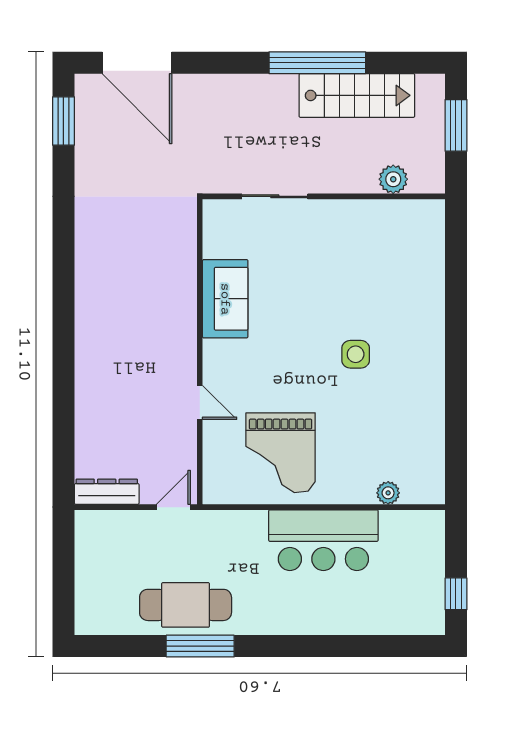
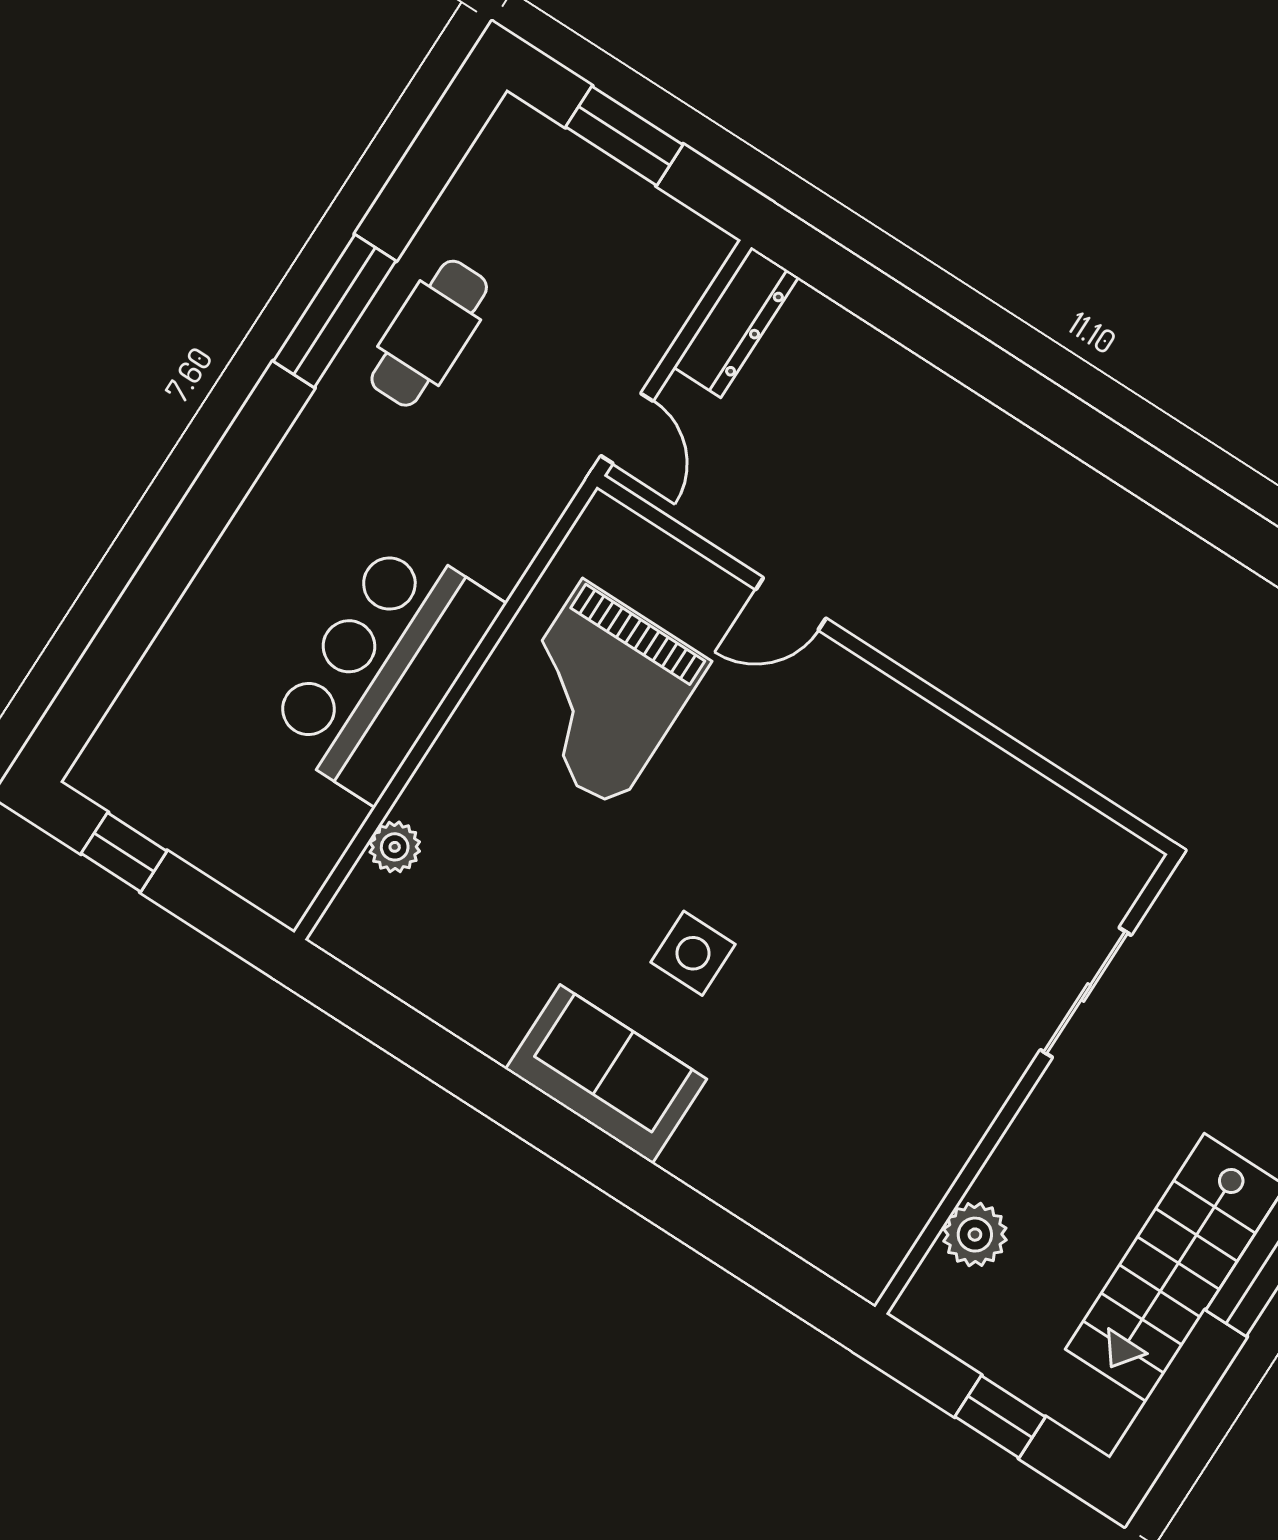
window: (456, 125) -> (1000, 1417), width x0.67
sofa: (225, 299) -> (606, 1074), moved, turned 180
grand piano: (281, 453) -> (599, 694), turned -90
window: (63, 579) -> (624, 136), added
cafe table: (186, 605) -> (429, 333), width x0.73, depth x0.74

